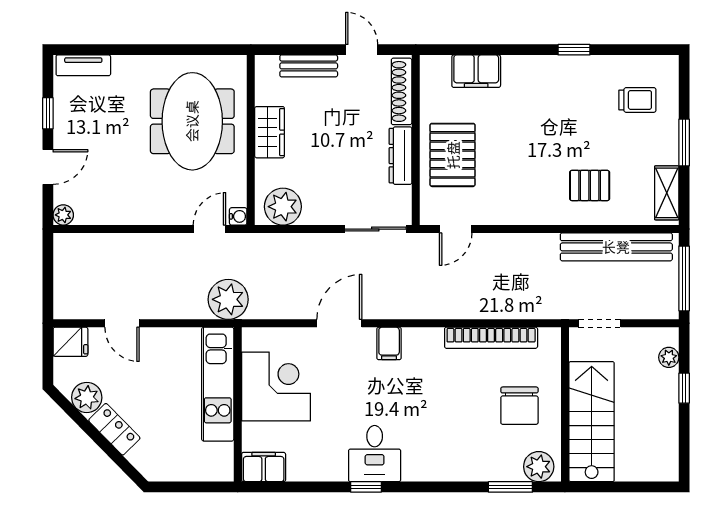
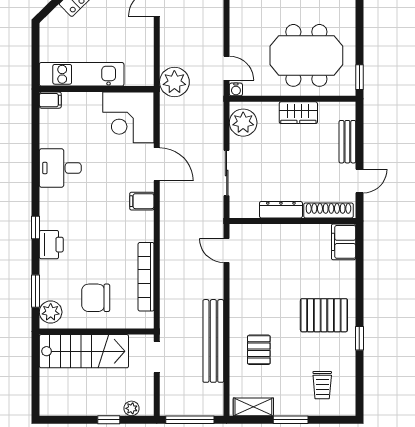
window: (222, 50) -> (359, 77), added
filing cabinet: (476, 71) -> (344, 242), moved
pallet: (453, 155) -> (324, 315), moved
sliding door: (375, 229) -> (227, 173), moved
bench: (616, 247) -> (213, 341), moved
kitchen unit: (218, 384) -> (82, 74), moved
corner desk: (276, 386) -> (128, 117), moved, turned 90
desk: (375, 454) -> (60, 168), moved
printer: (448, 466) -> (51, 245), added
filing cabinet: (264, 467) -> (50, 100), width x0.50
window: (366, 487) -> (36, 227), moved

